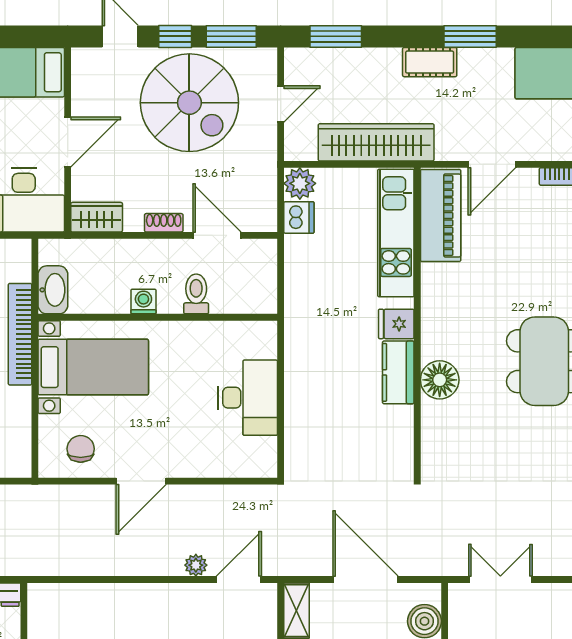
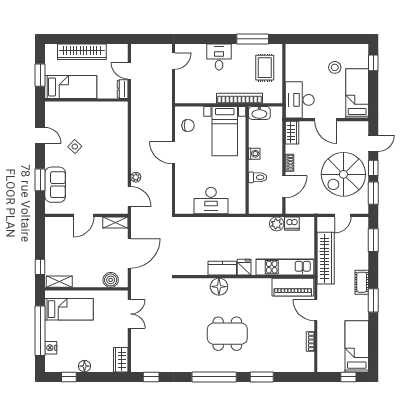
door: (281, 104) -> (343, 215), hinge flipped
plant: (300, 183) -> (277, 224), moved

